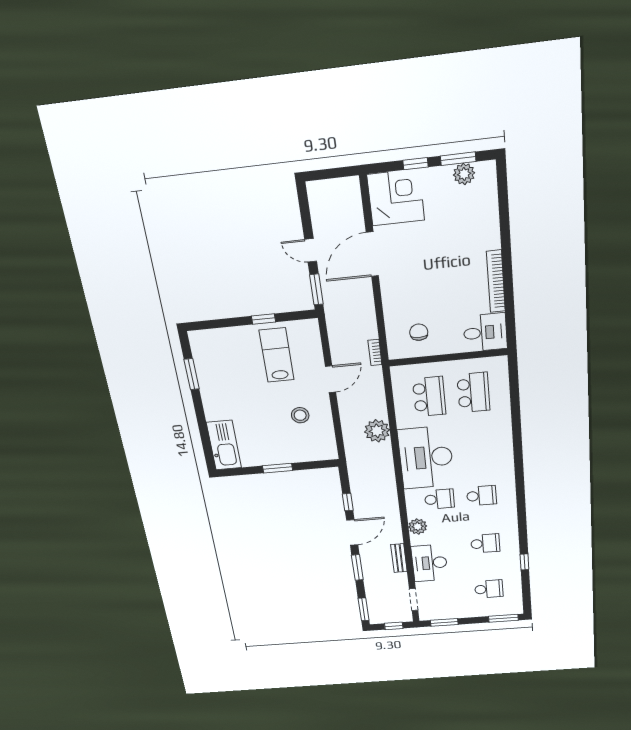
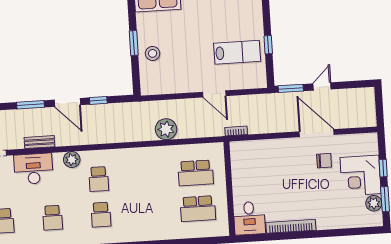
corner desk: (396, 197) -> (361, 176), moved, turned 90
chair: (419, 332) -> (324, 161), moved
stool: (300, 415) -> (153, 53), moved
desk: (426, 458) -> (139, 169), removed

